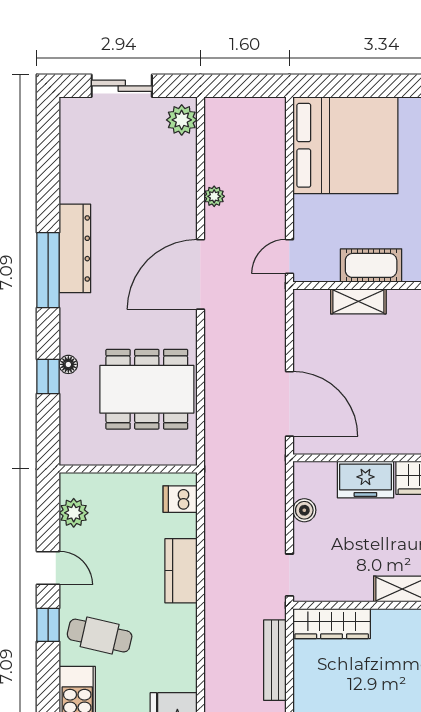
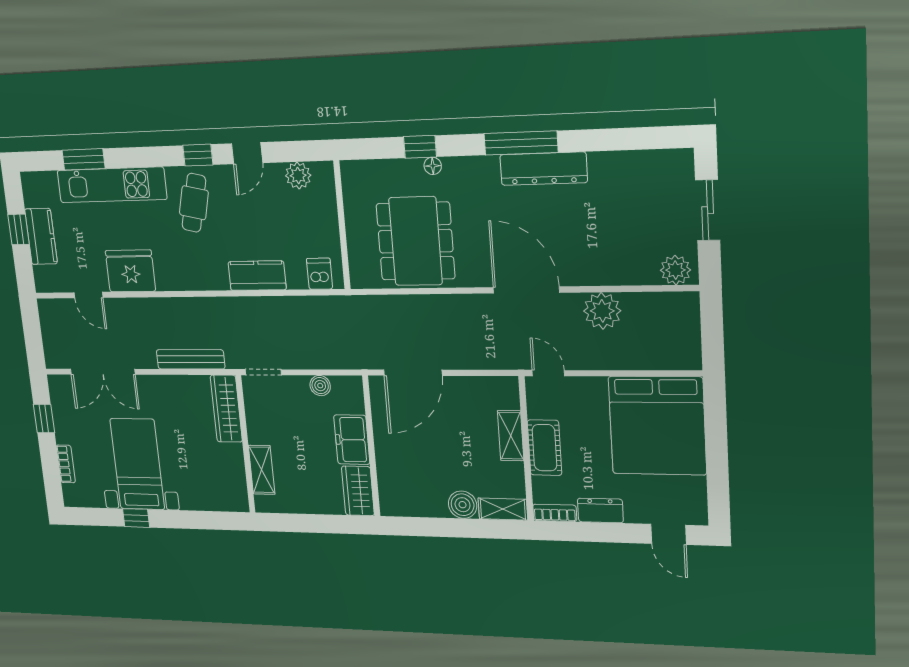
plant: (214, 196) -> (602, 311), width x1.88, depth x1.88

